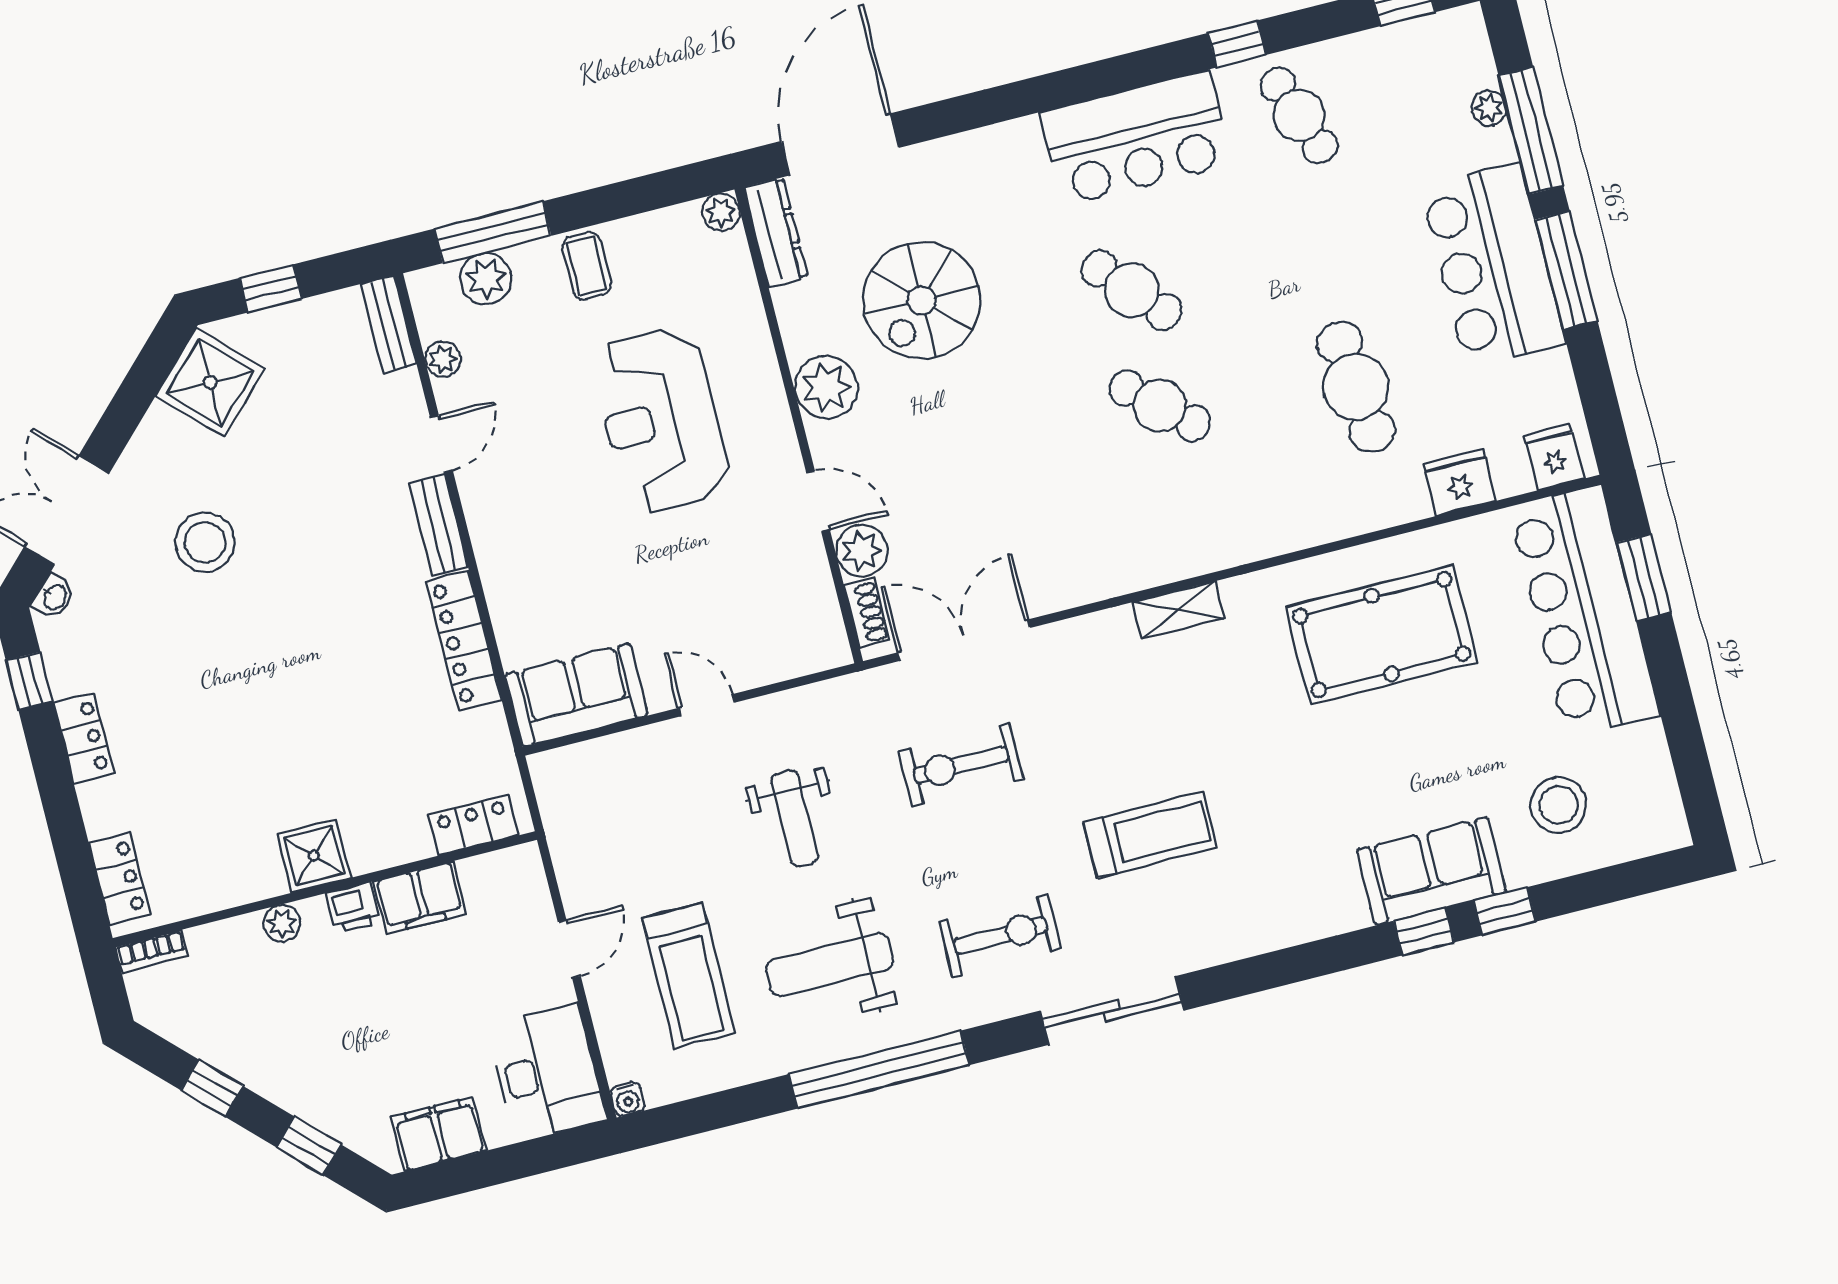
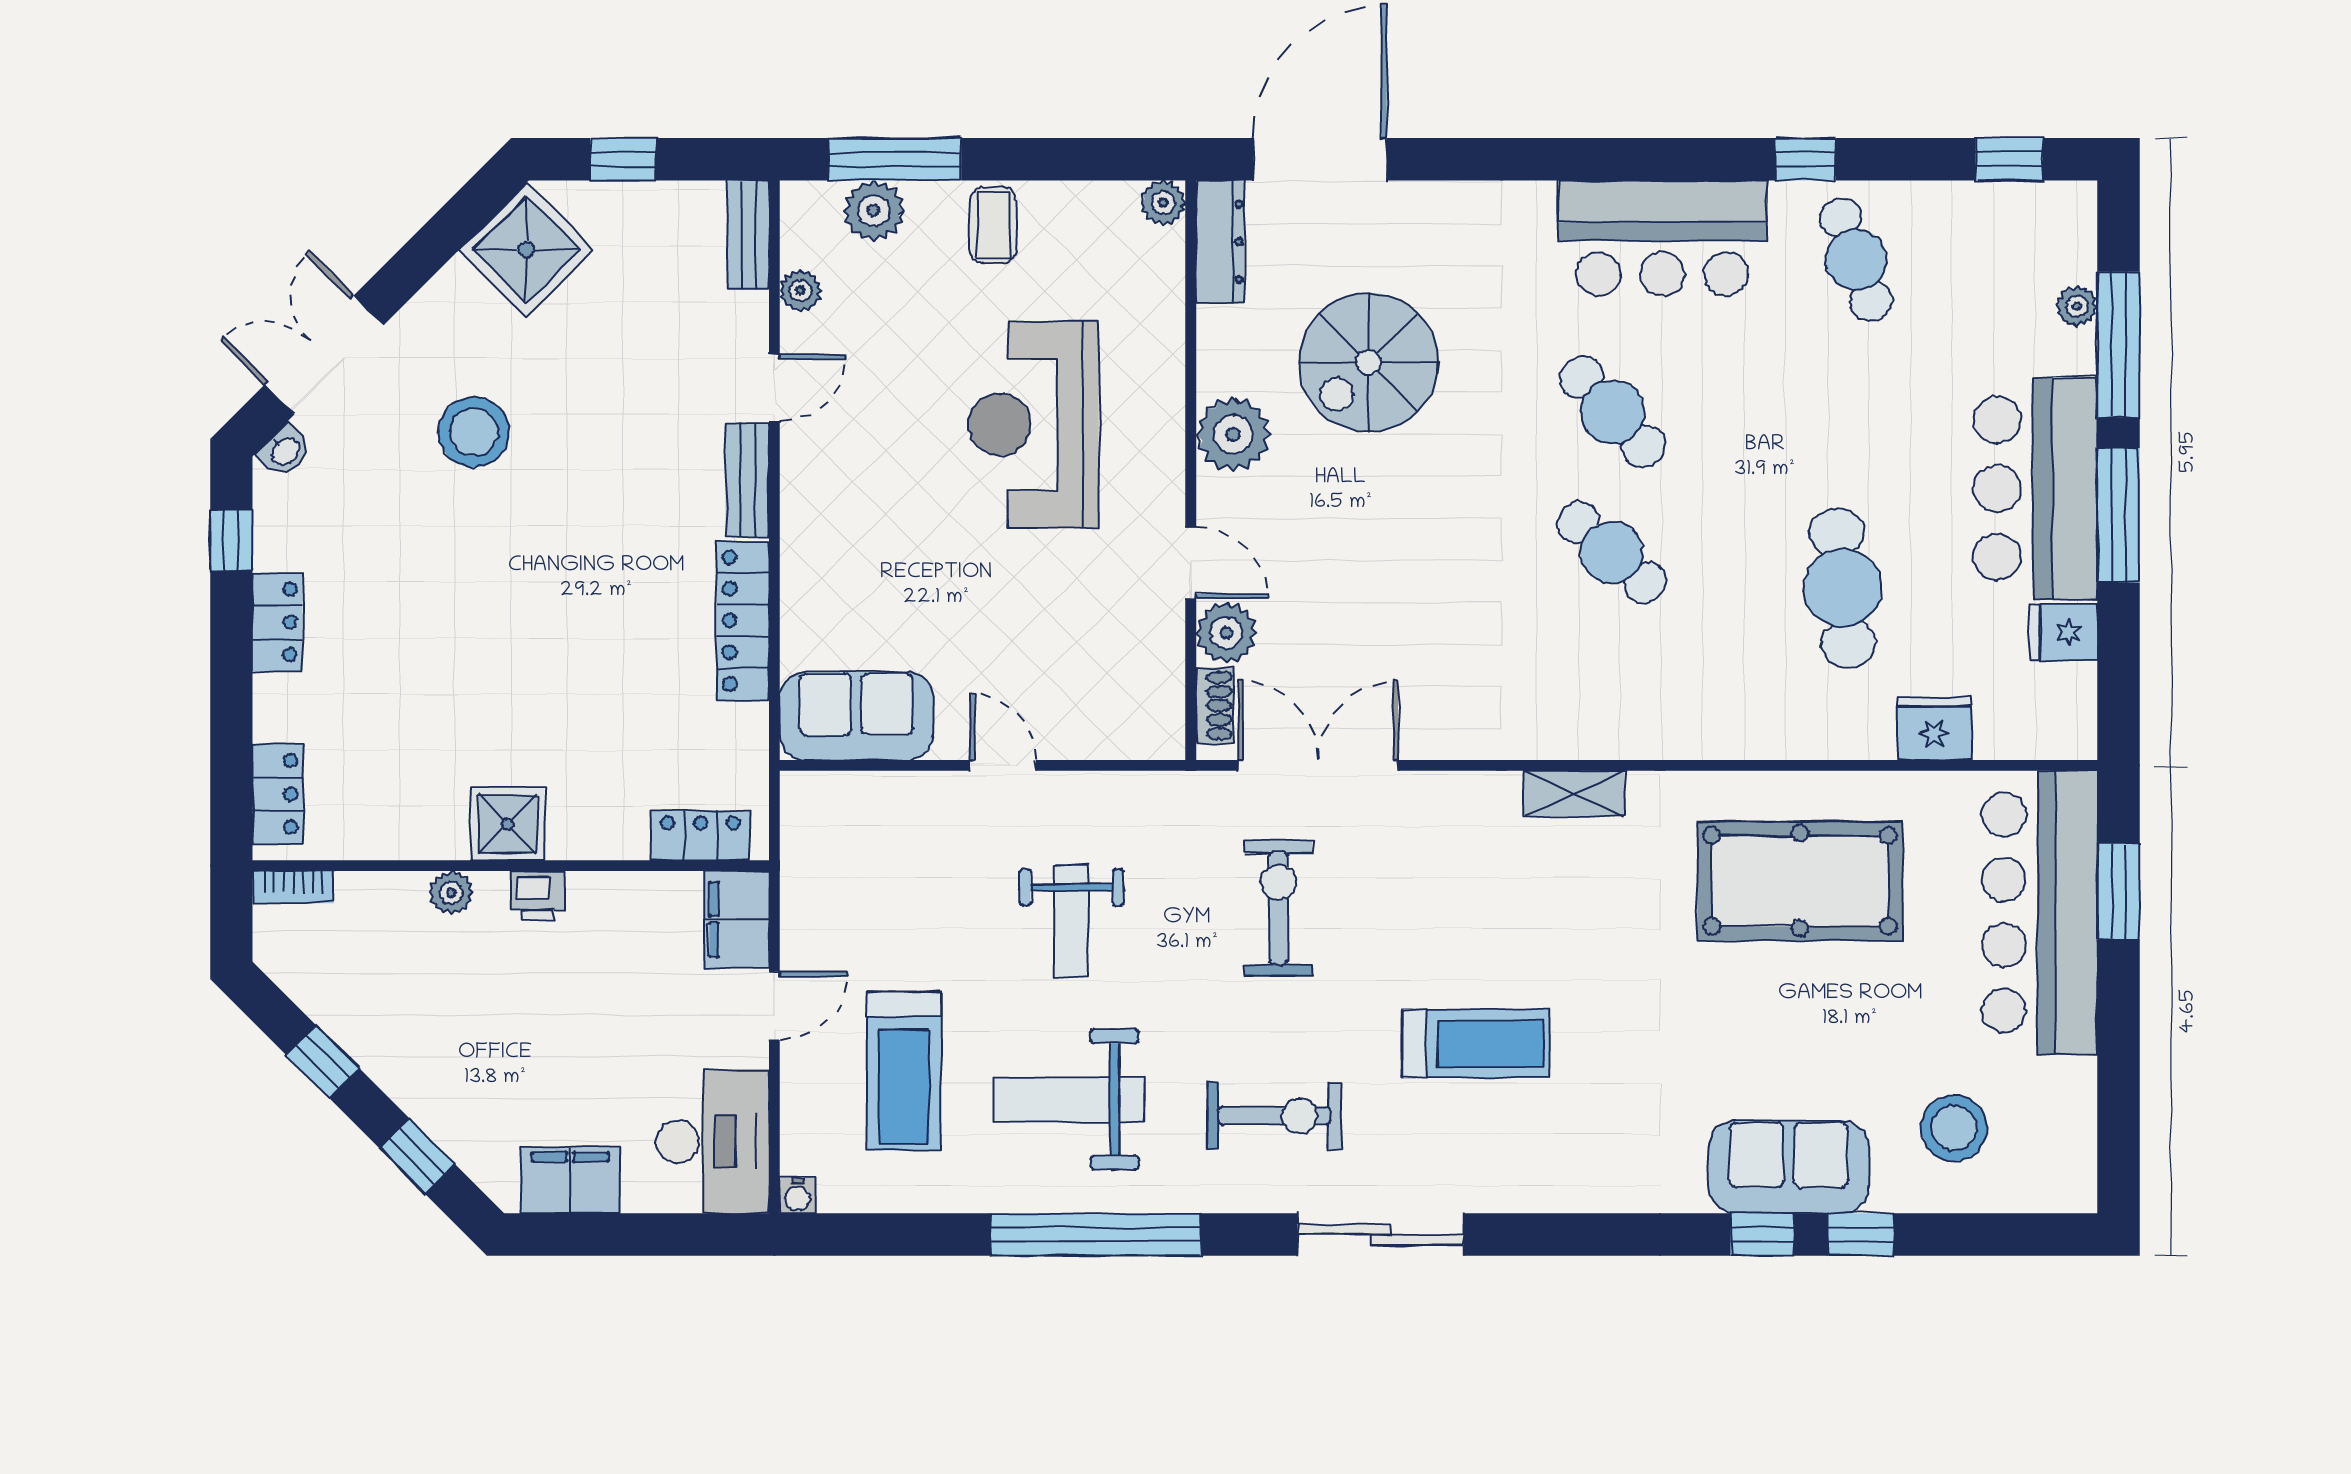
fridge: (1554, 457) -> (2064, 633), moved, turned -90
exercise bike: (961, 765) -> (1278, 908), turned 90
filing cabinet: (420, 898) -> (737, 919), moved, turned 90

